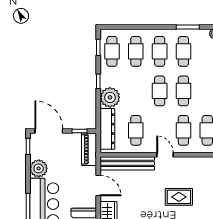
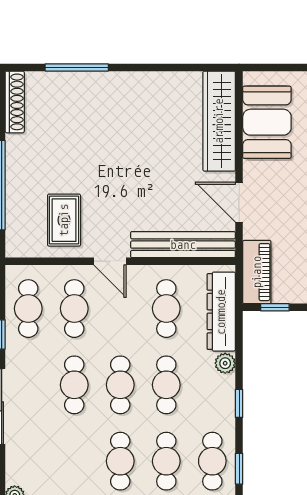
cafe table: (183, 51) -> (166, 385), moved
plant: (110, 97) -> (225, 363), width x0.53, depth x0.53
rug: (179, 197) -> (64, 220), moved, turned 90

